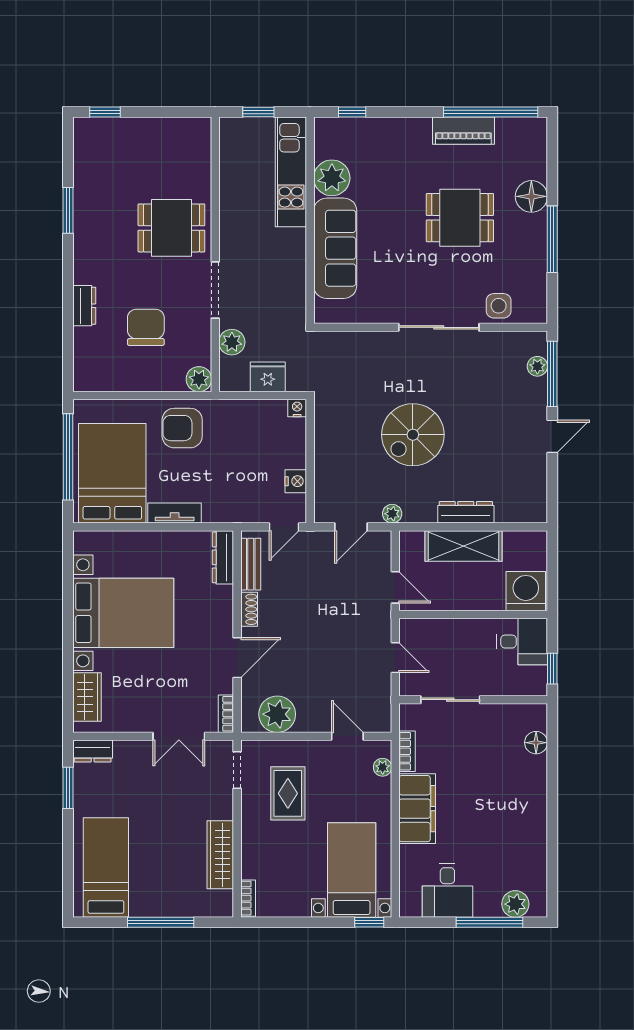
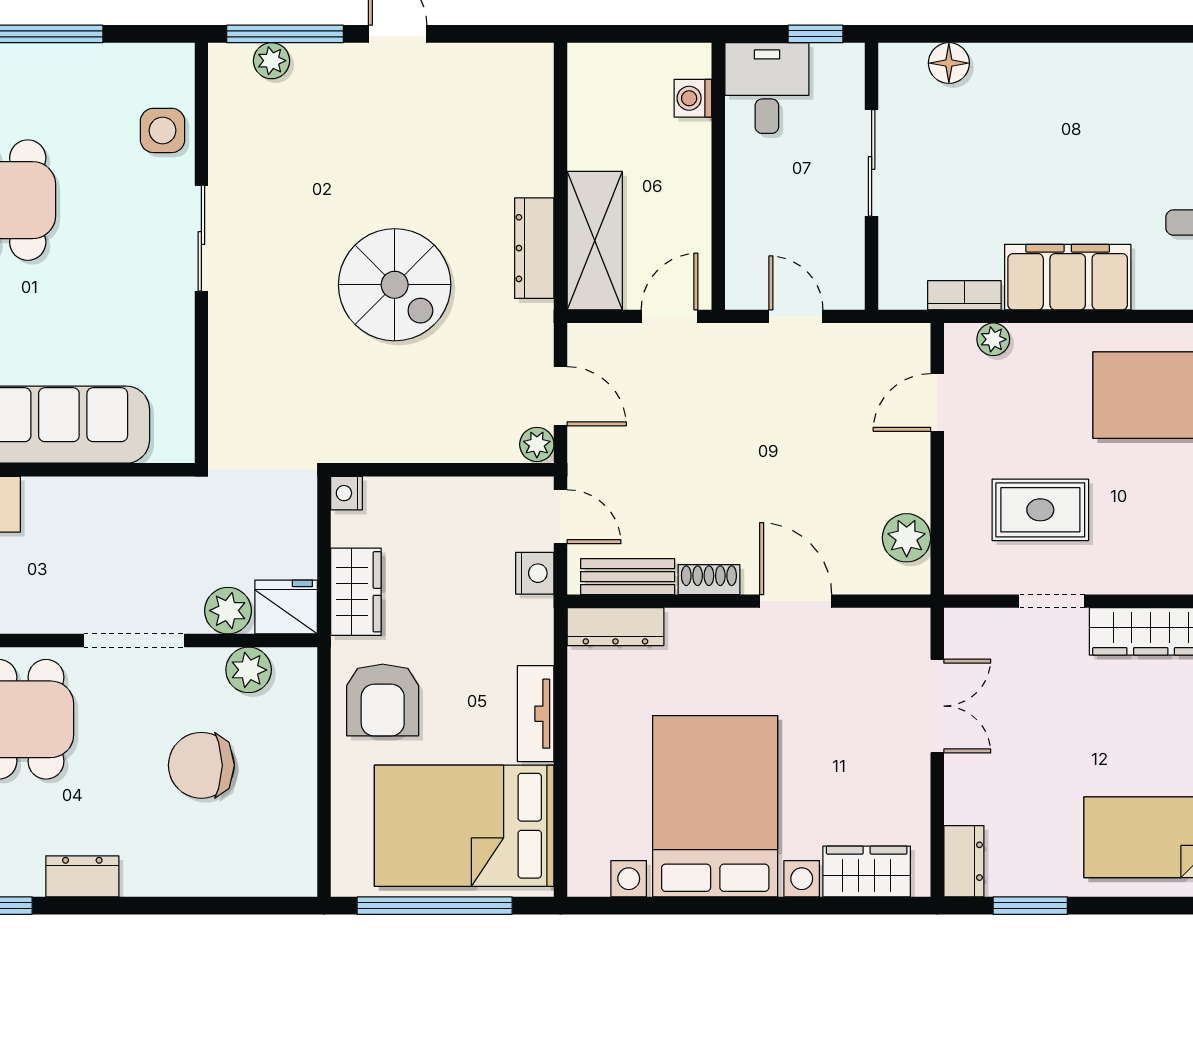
dresser: (84, 306) -> (82, 876), moved
sliding door: (439, 327) -> (201, 238), width x0.73
fridge: (268, 377) -> (286, 607), moved, turned 90
plant: (199, 379) -> (249, 670), moved
wardrobe: (242, 413) -> (356, 592), added
nightstand: (296, 481) -> (535, 573), moved, turned 90
dresser: (466, 512) -> (534, 248), moved
plant: (392, 514) -> (537, 444), moved
shelving: (464, 546) -> (595, 241), moved
washing machine: (526, 591) -> (693, 98), width x0.53, depth x0.53
door: (395, 658) -> (796, 316), hinge flipped
sliding door: (450, 700) -> (872, 163), moved
bookcase: (226, 714) -> (897, 621), removed
plant: (277, 714) -> (907, 538), width x0.73, depth x0.73
doorway: (237, 770) -> (1052, 601), moved

